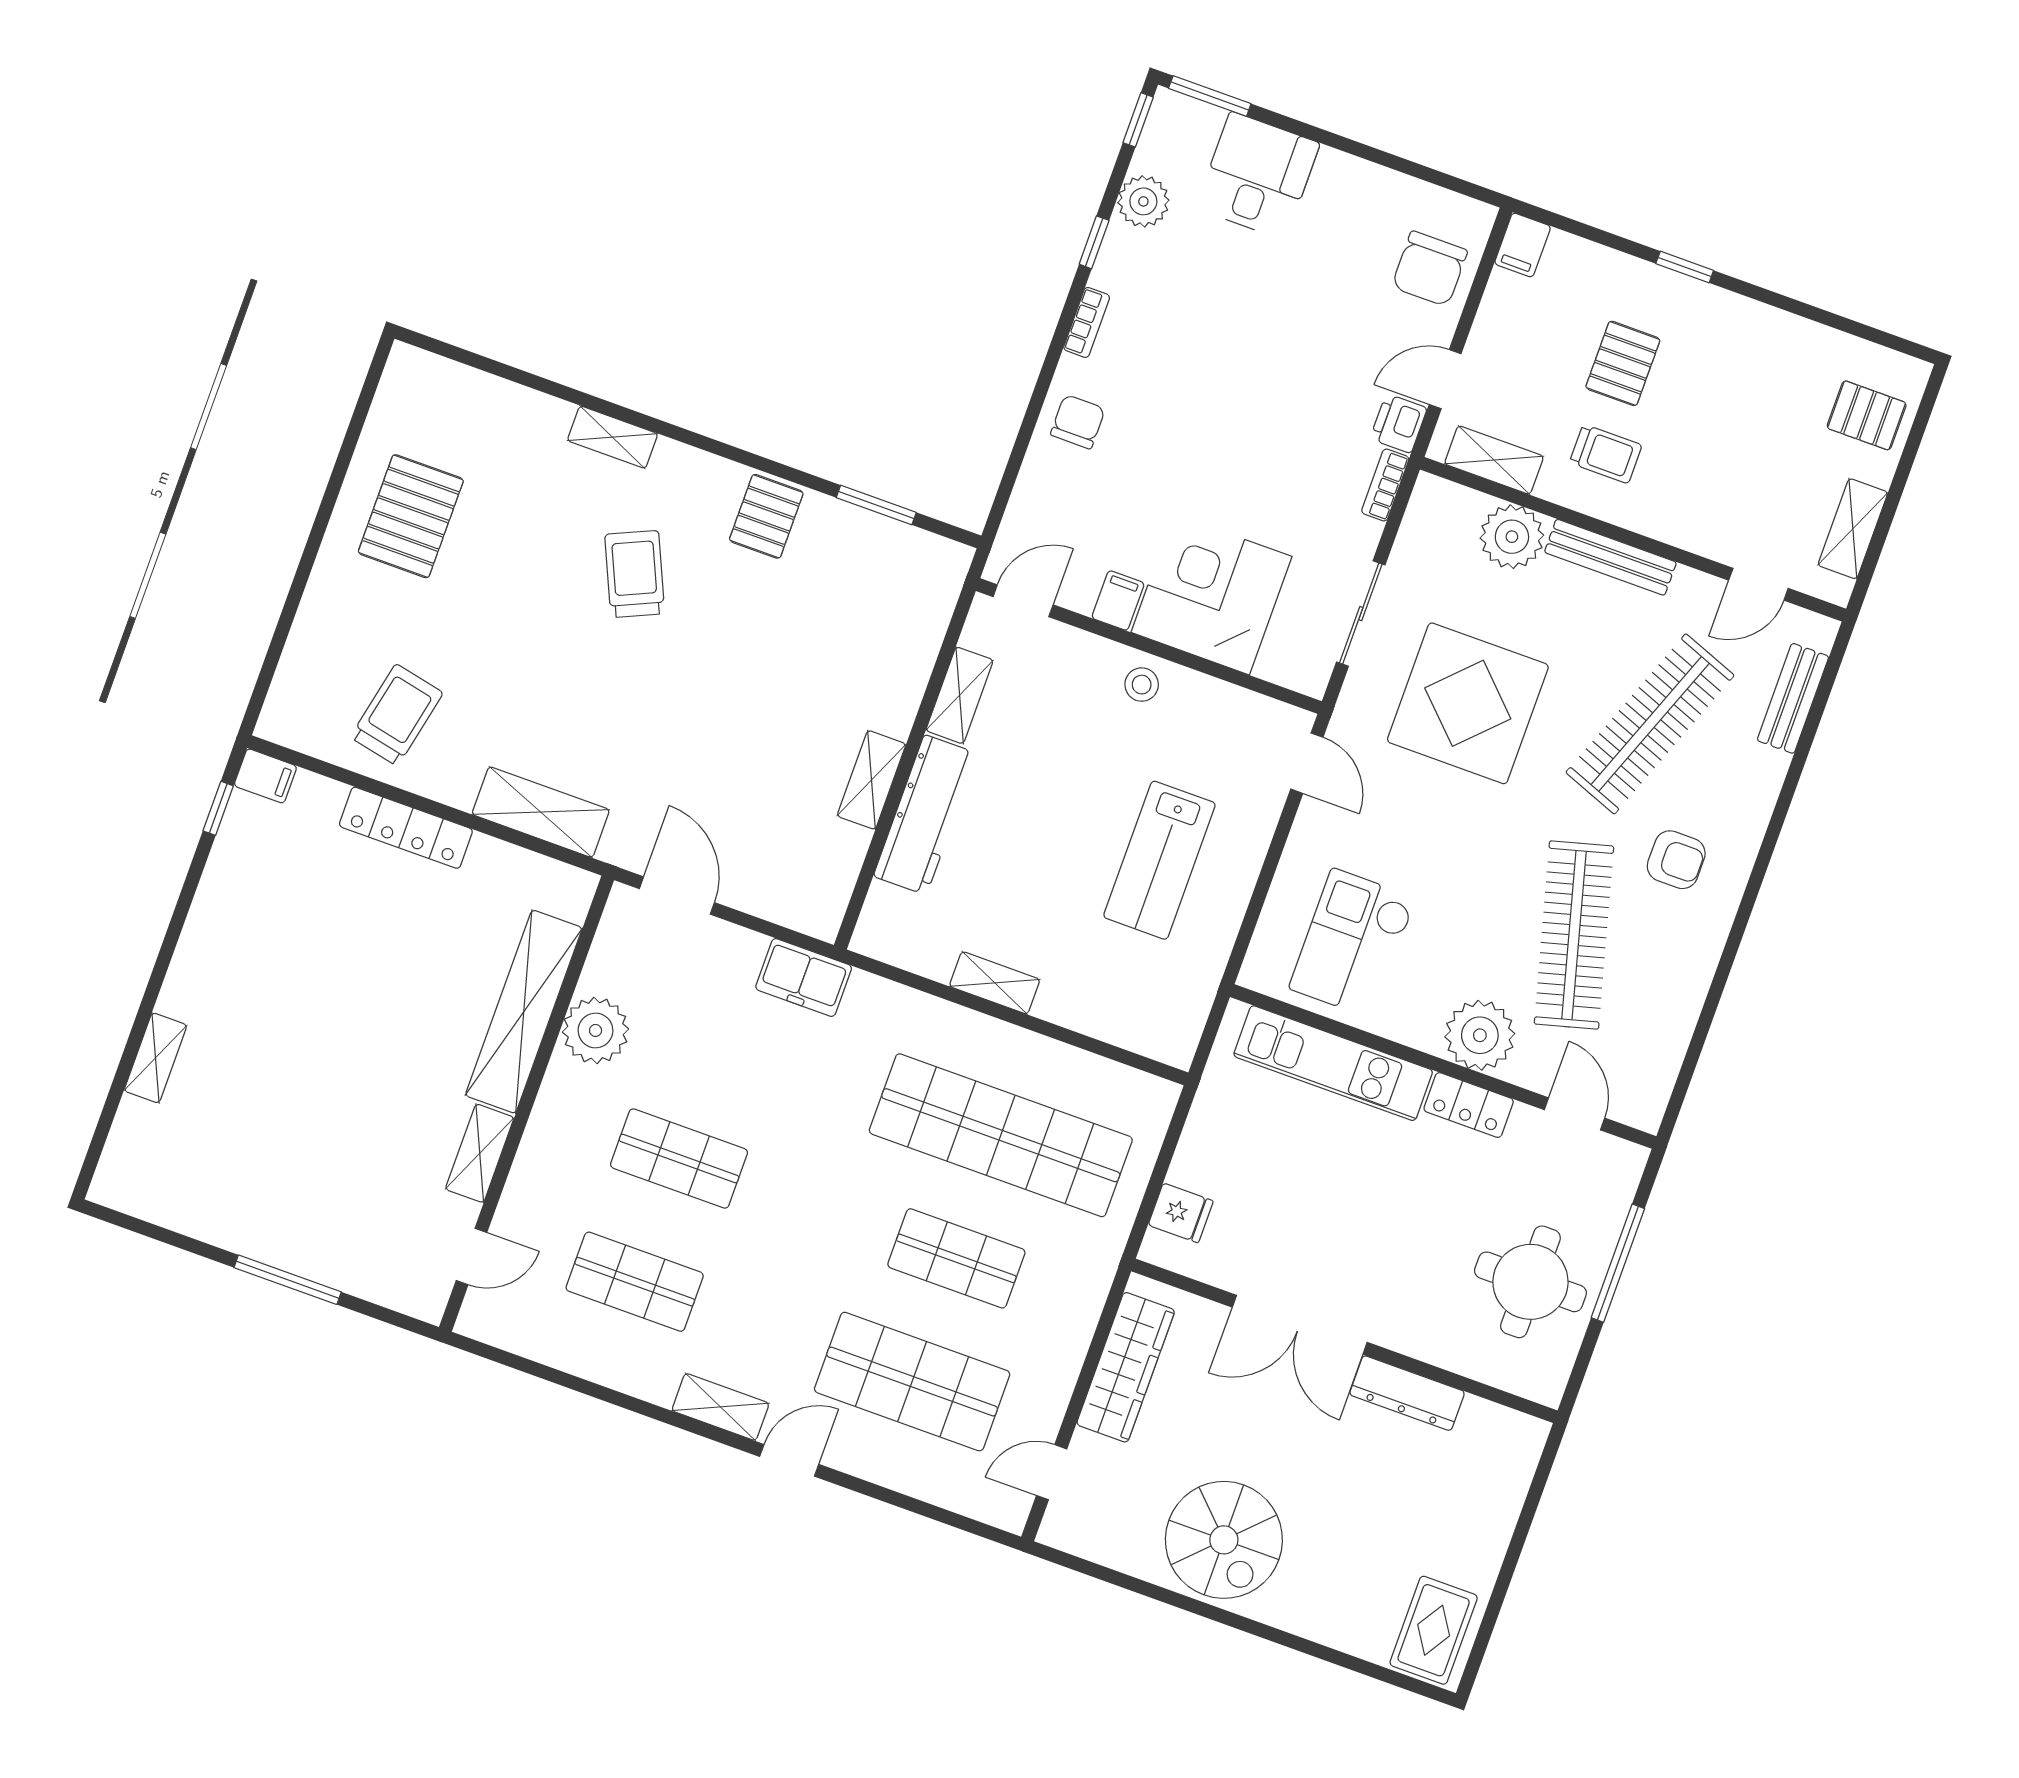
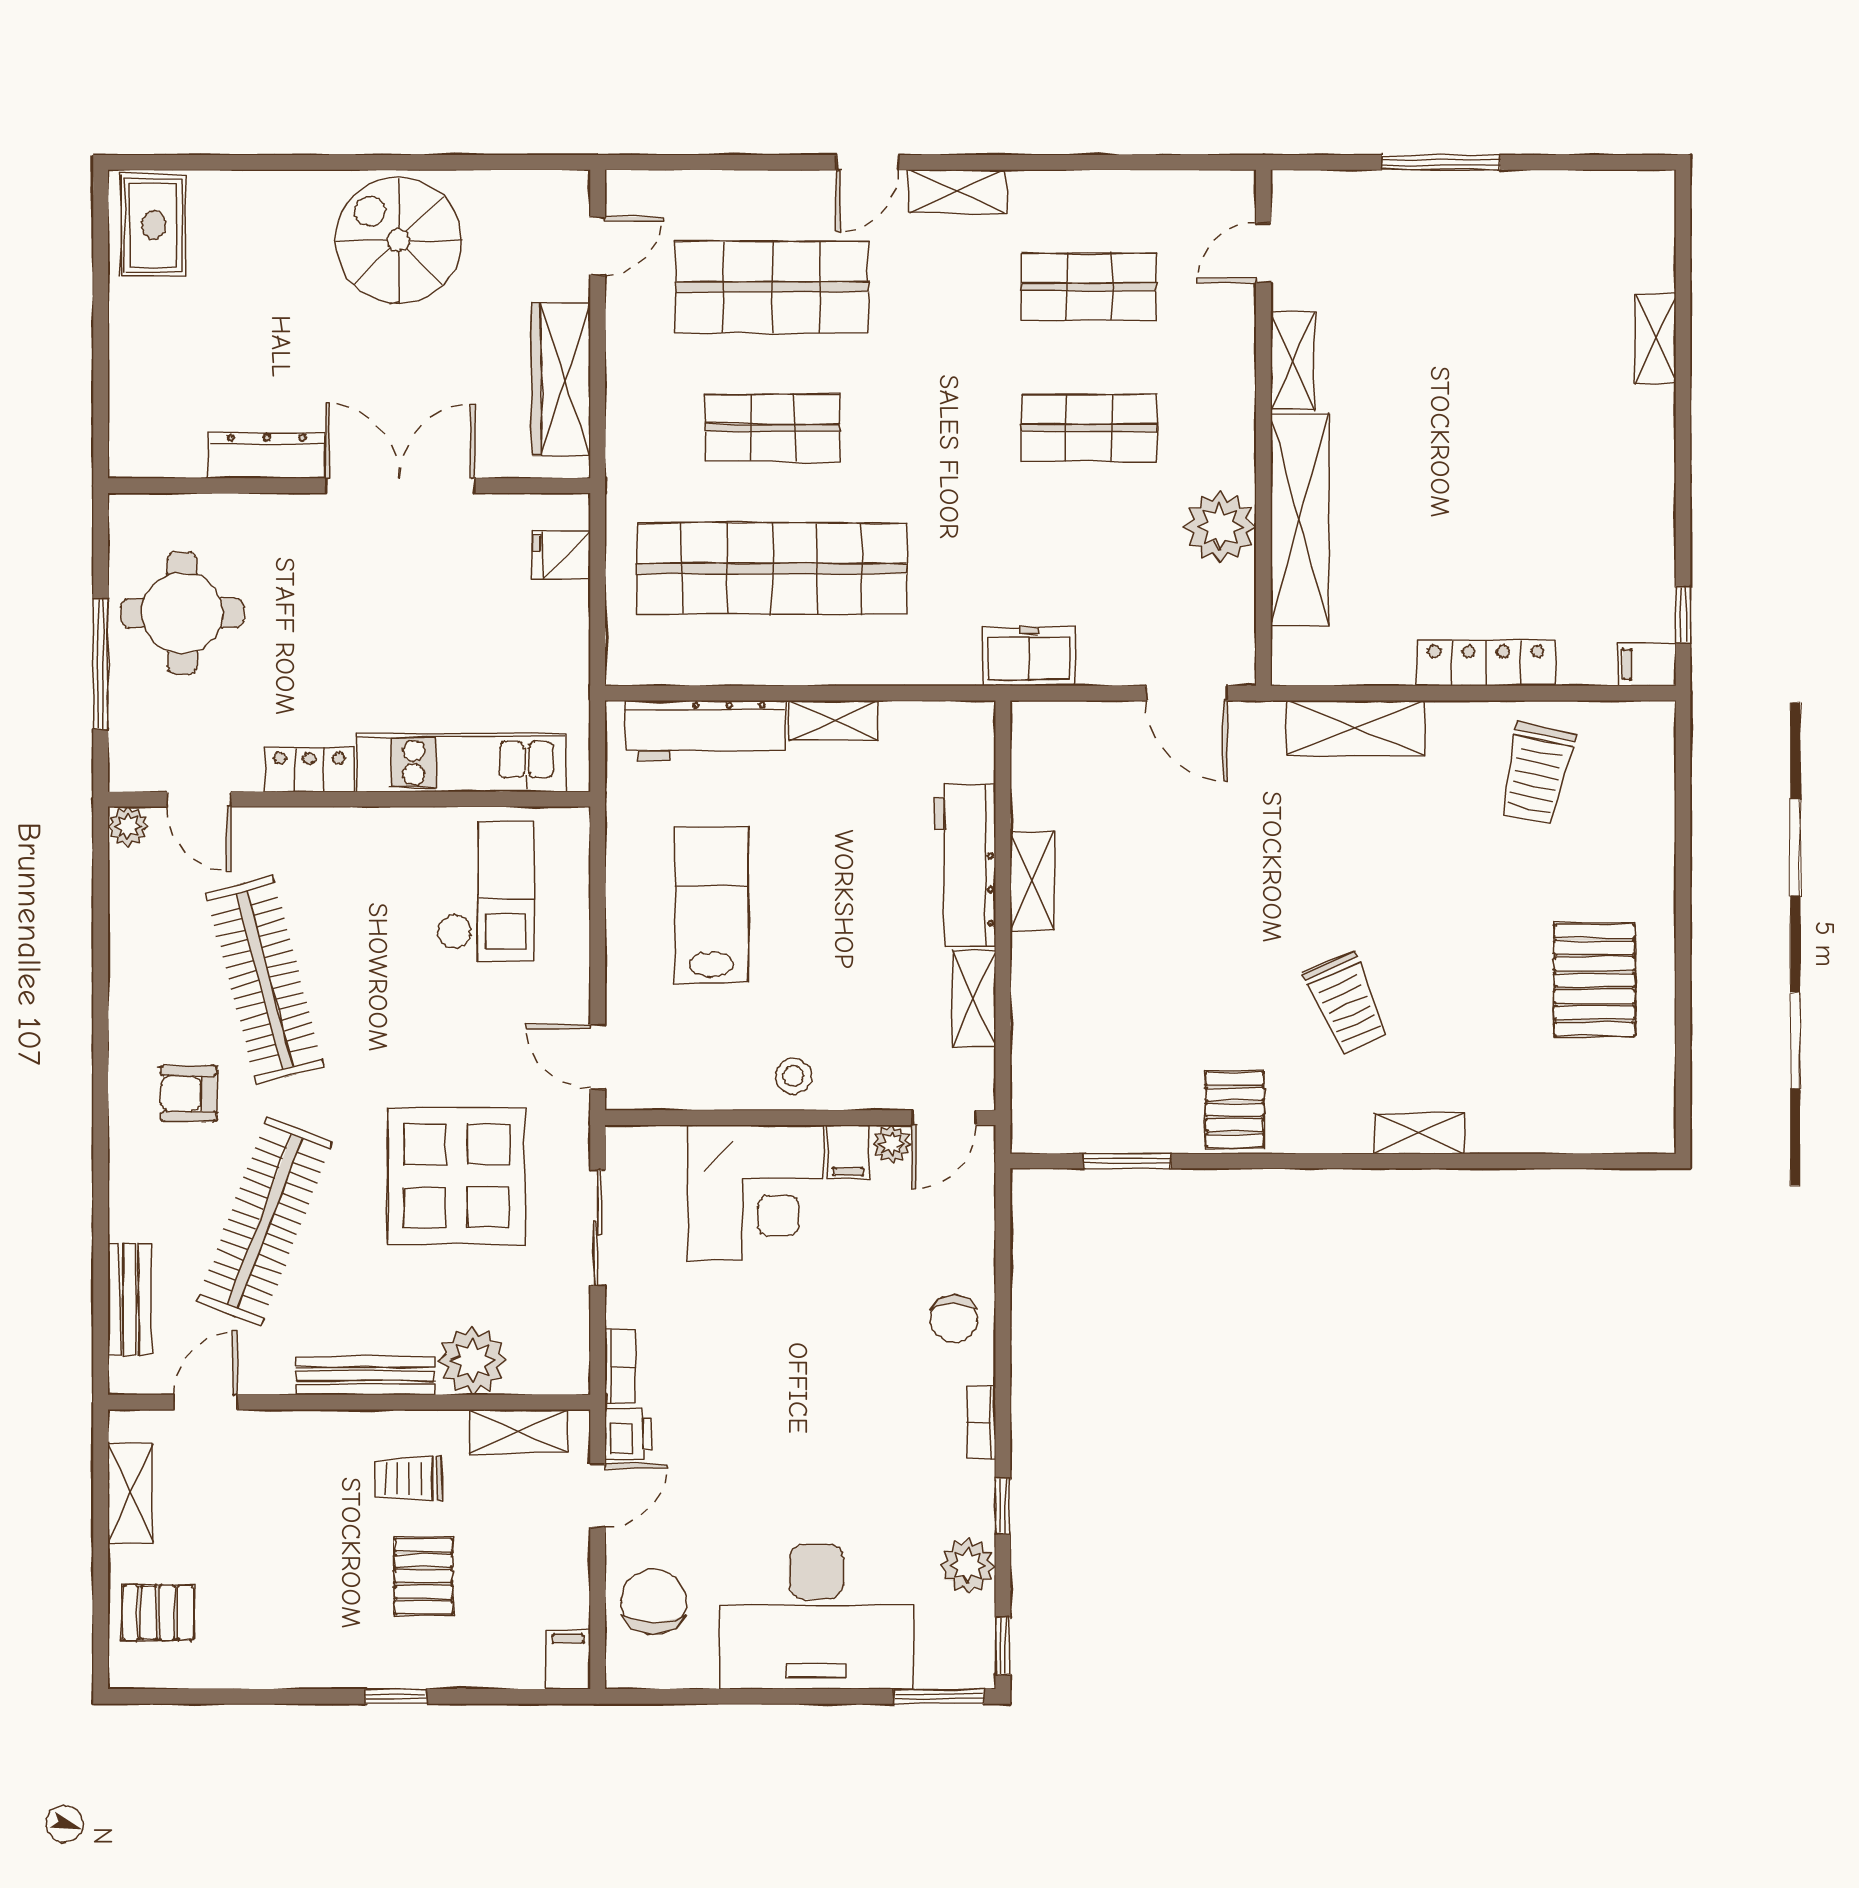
desk: (1258, 176) -> (816, 1617), width x1.87, depth x1.30
plant: (1077, 594) -> (892, 1144), added
workbench: (1110, 1015) -> (705, 730), added
plant: (1480, 1035) -> (128, 827), moved, width x0.53, depth x0.53

